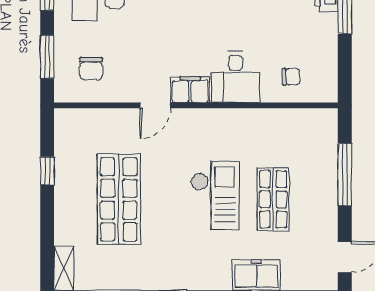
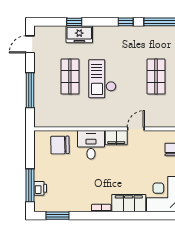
chair: (291, 77) -> (60, 145), width x1.87, depth x1.87
shop shelf: (119, 199) -> (156, 77), width x0.70, depth x0.74

